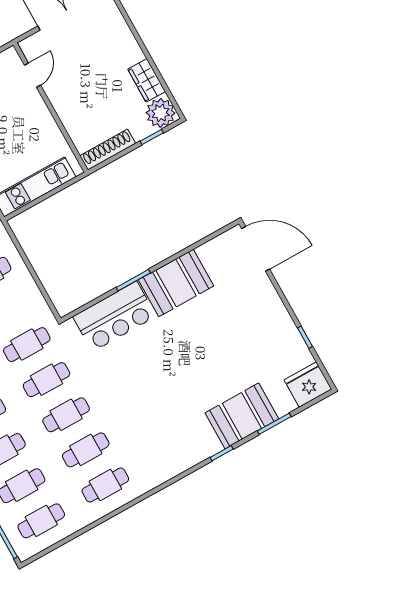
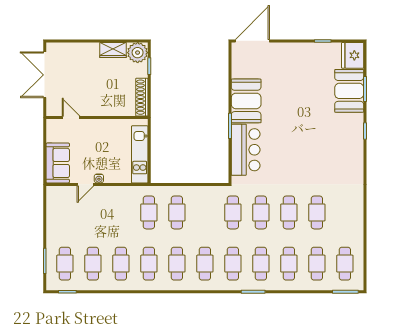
booth: (242, 416) -> (349, 91), moved
cafe table: (105, 485) -> (345, 212), removed

